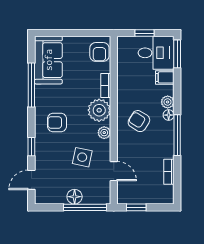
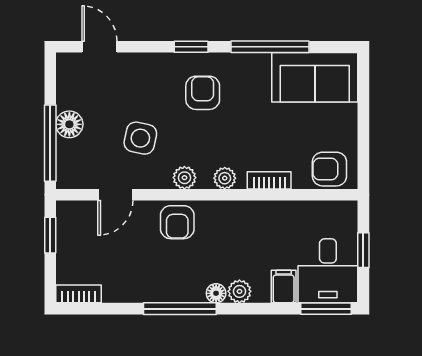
plant: (99, 110) -> (225, 178), width x0.53, depth x0.53
armchair: (139, 121) -> (177, 222), moved, turned 148
window: (31, 147) -> (191, 47), moved
bookcase: (169, 172) -> (79, 294), moved

